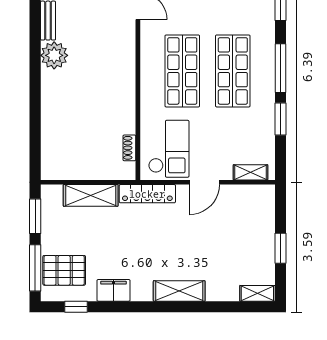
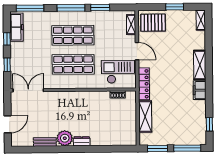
dresser: (49, 85) -> (82, 141), added
pallet: (64, 270) -> (153, 23), moved, turned 90
filing cabinet: (113, 290) -> (200, 90), moved

